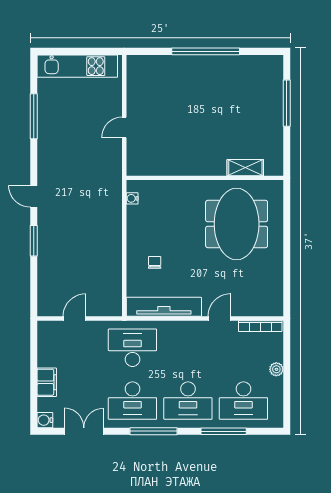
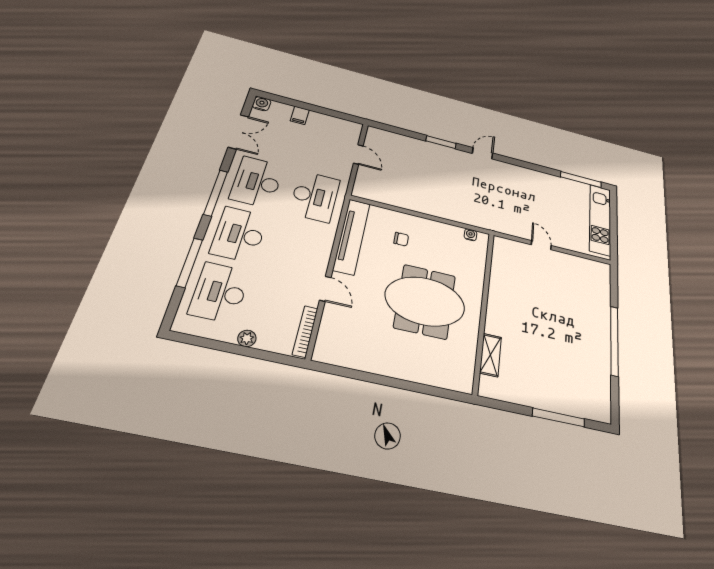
window: (34, 116) -> (581, 180), moved
meeting table: (237, 224) -> (425, 301), moved
filing cabinet: (47, 382) -> (300, 115), width x0.50

